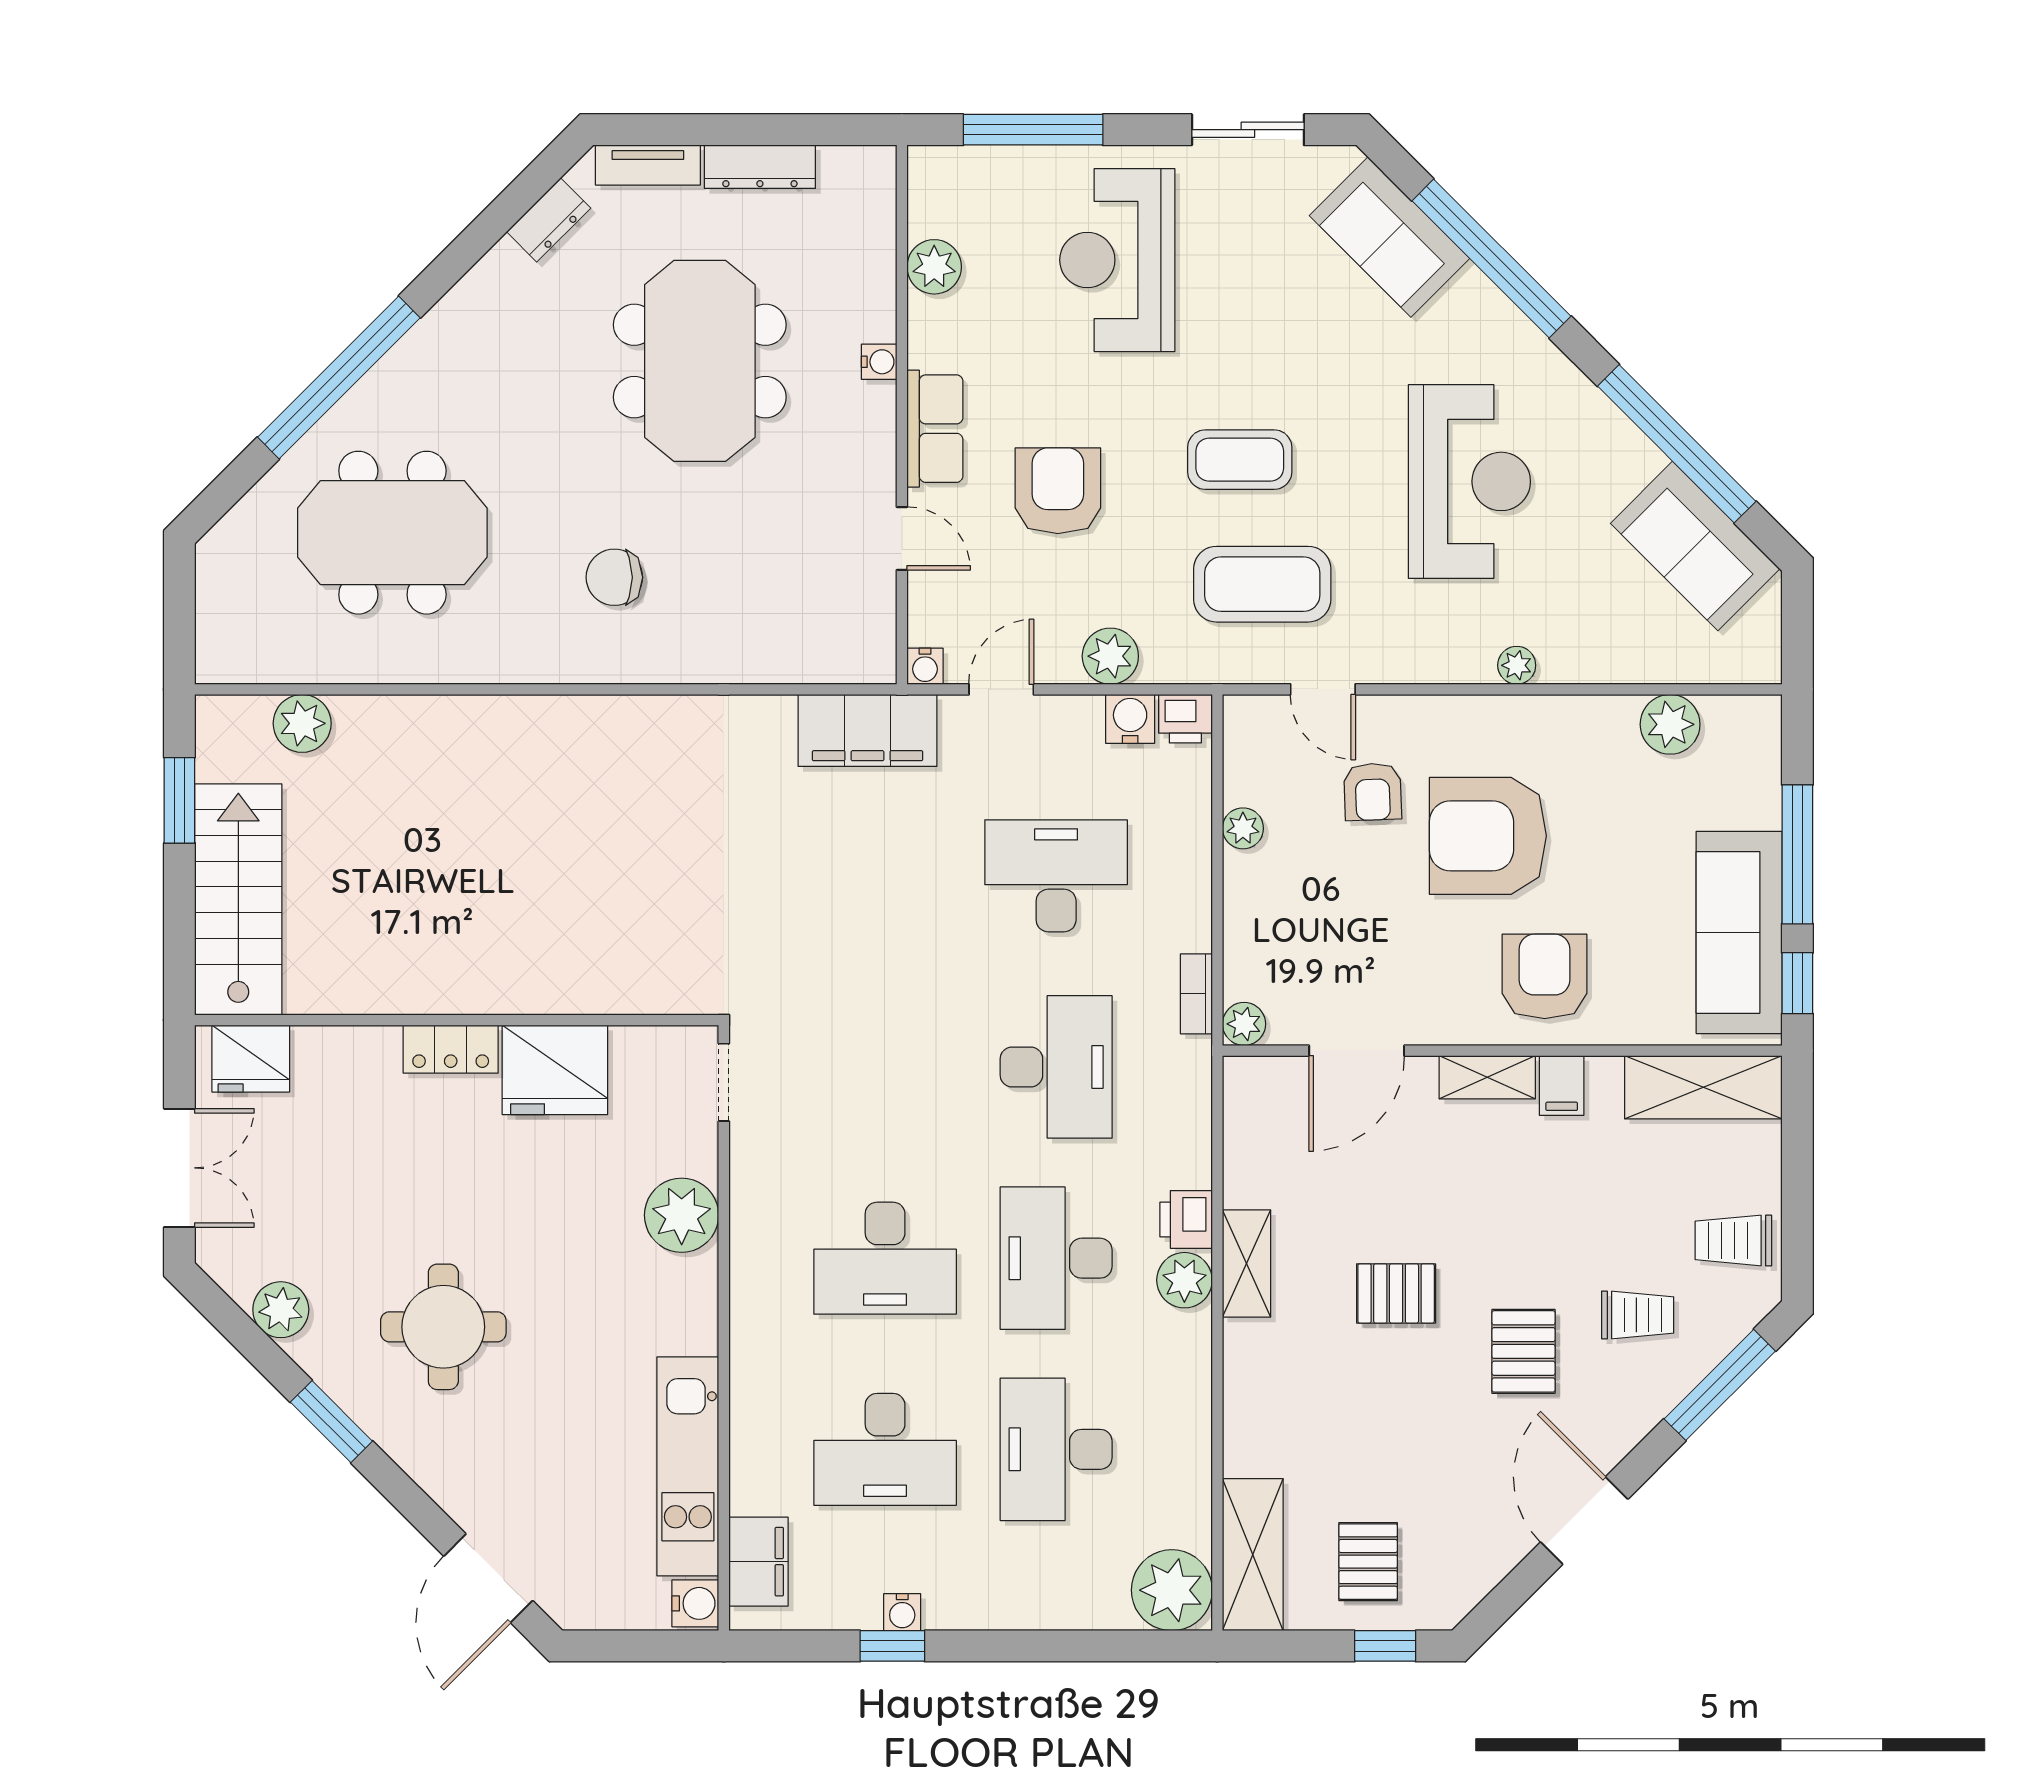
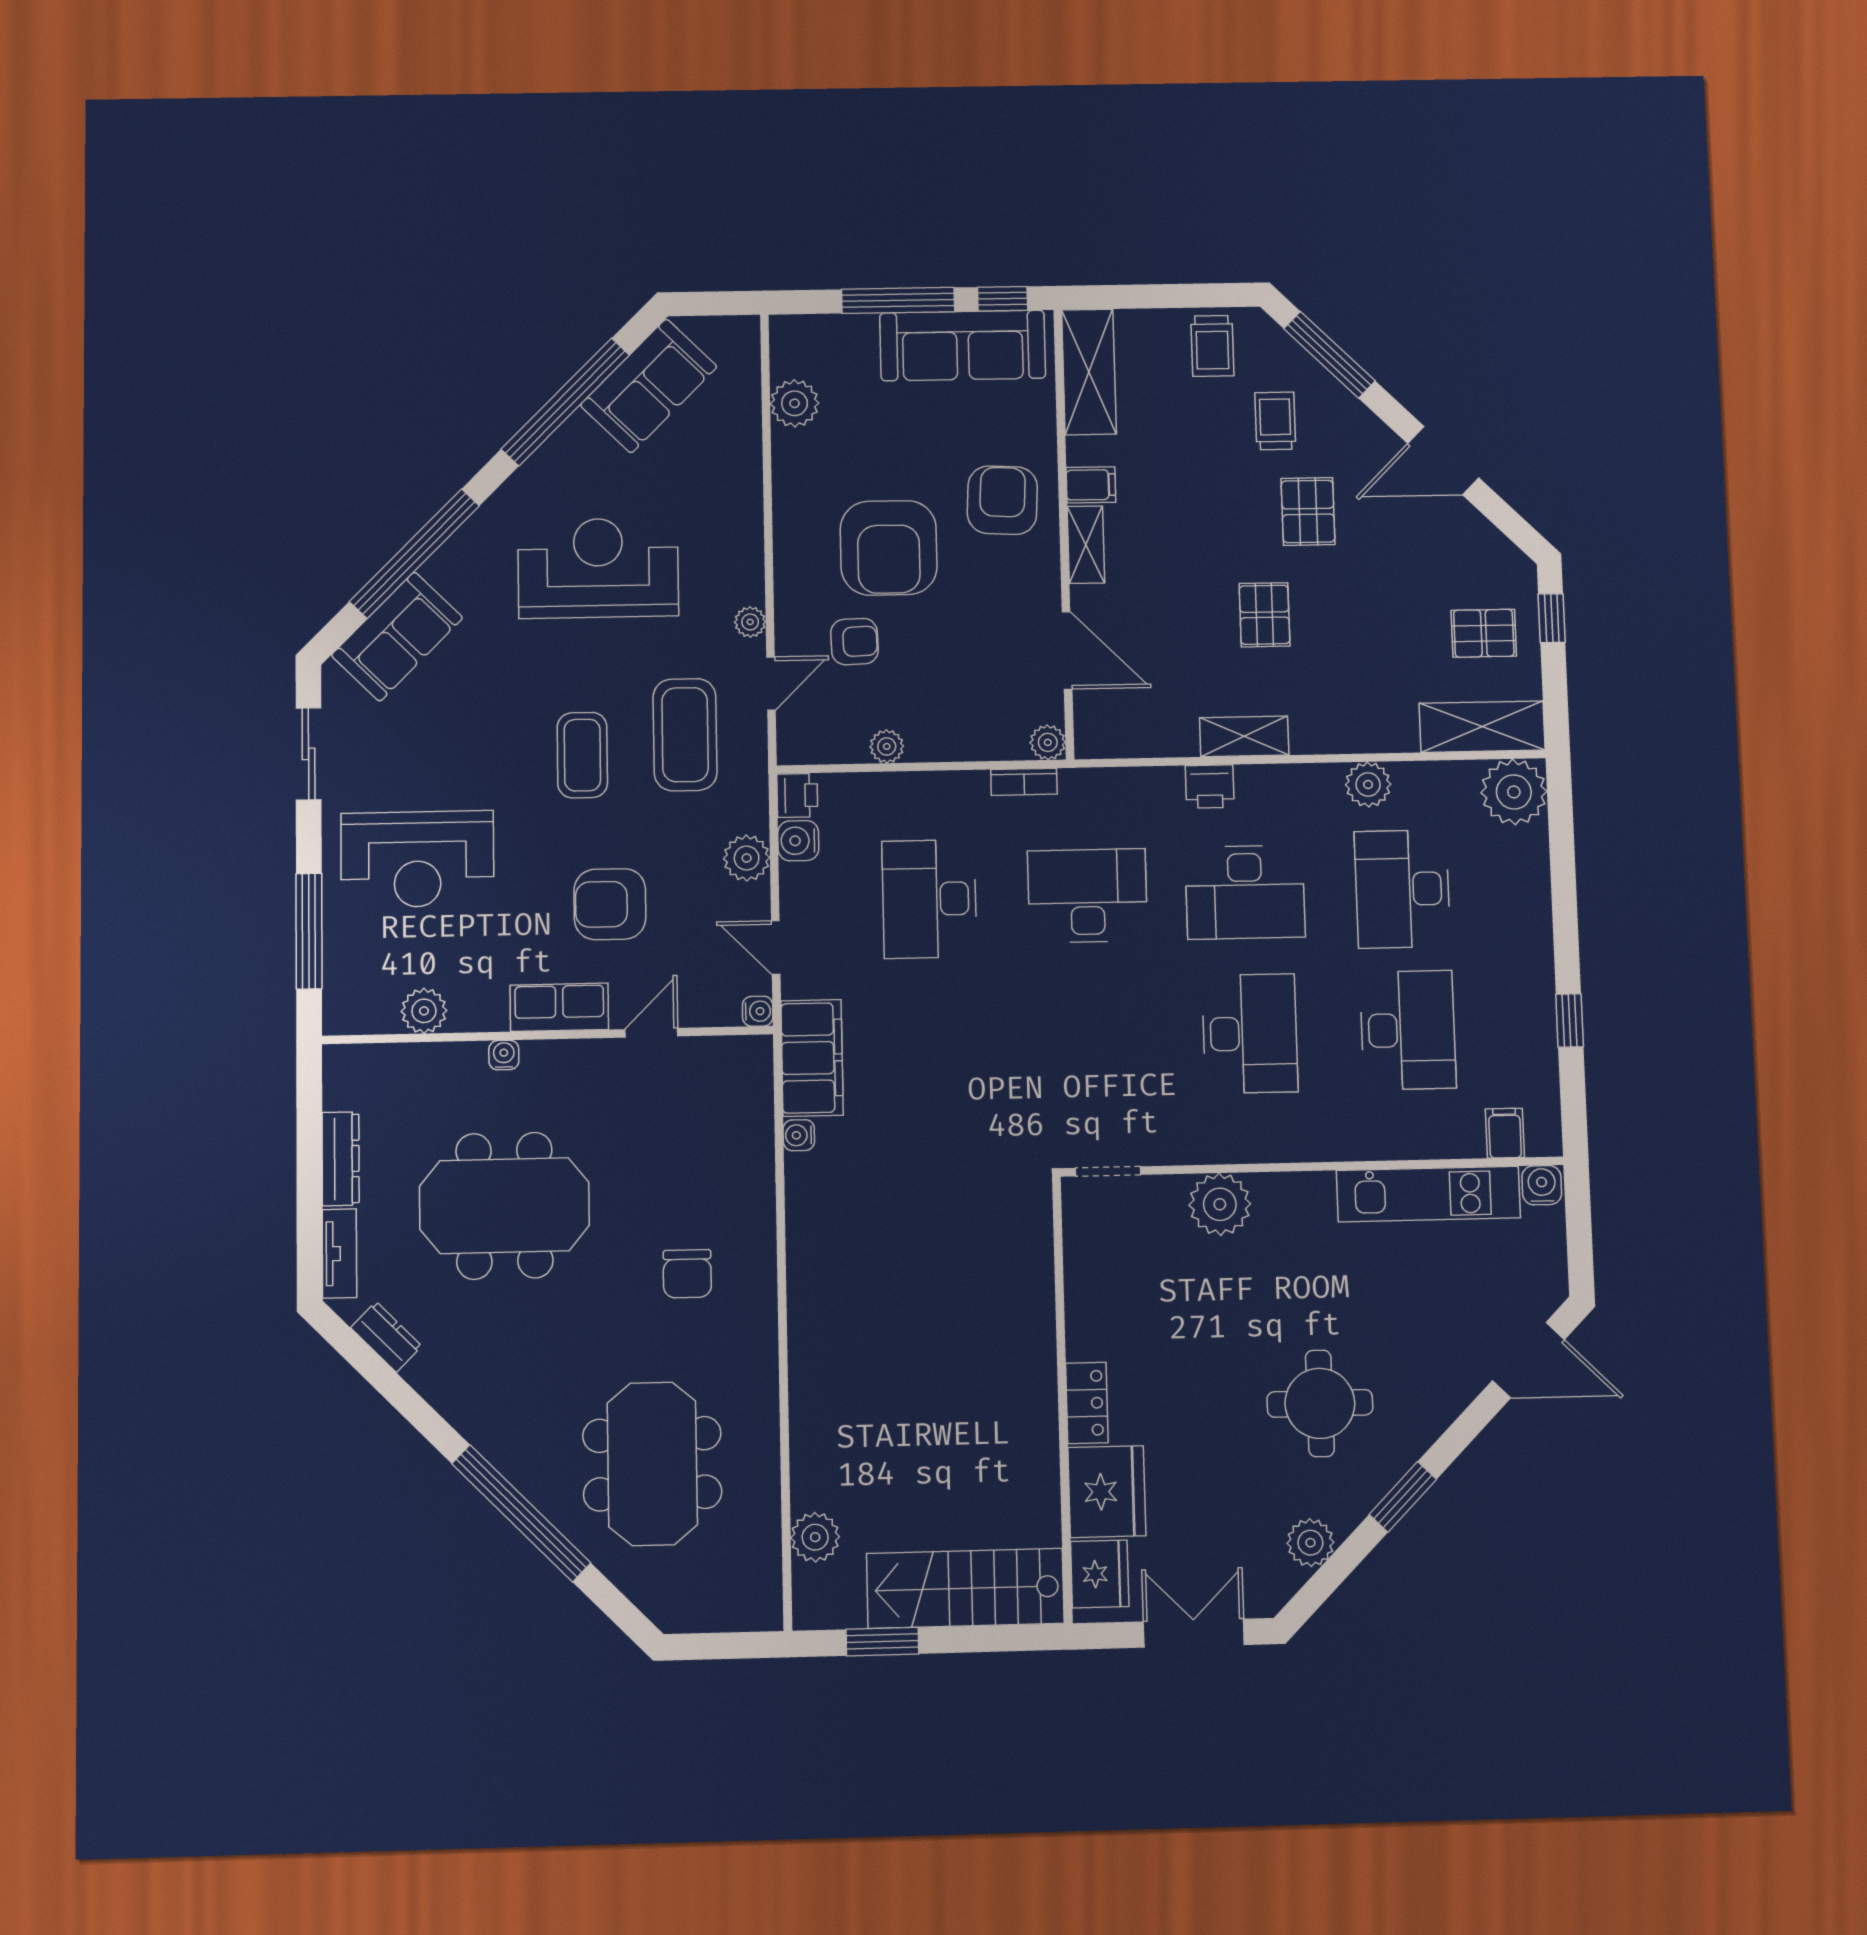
plant: (1517, 665) -> (750, 622), moved
armchair: (1545, 976) -> (1002, 500), turned 93
fridge: (555, 1070) -> (1107, 1492), moved
plant: (1184, 1280) -> (1368, 785), moved
pallet: (1524, 1351) -> (1308, 512), turned 90
desk: (1056, 1449) -> (1402, 889), turned 90
filing cabinet: (759, 1562) -> (1505, 1133), width x0.50
water cooler: (902, 1612) -> (799, 1135), moved, turned 180

